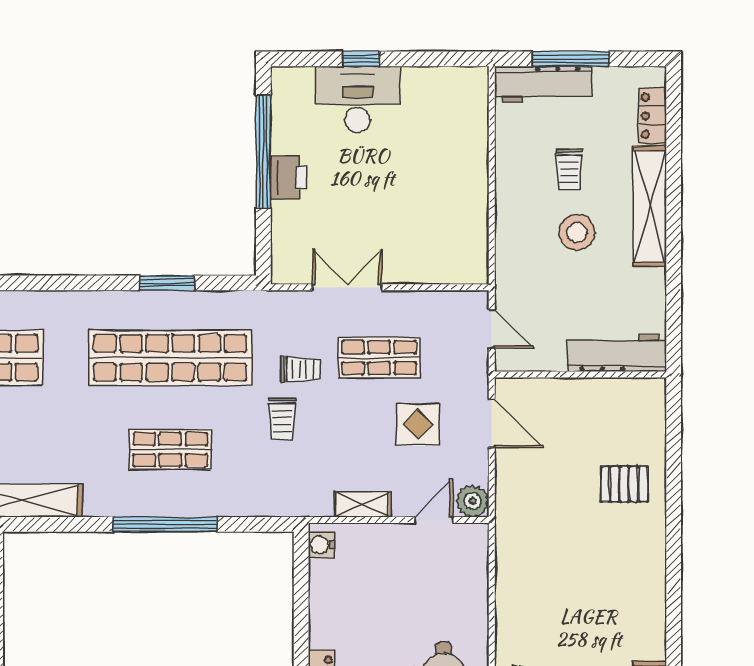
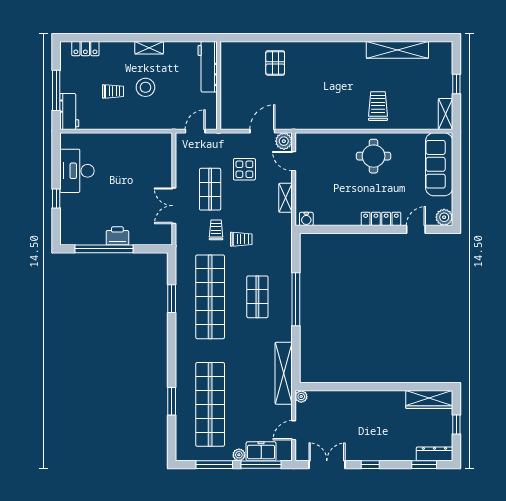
workbench: (543, 84) -> (69, 112), width x0.73
desk: (358, 99) -> (77, 171), moved
shelving: (650, 206) -> (149, 48), width x0.45, depth x0.75
door: (492, 423) -> (262, 131), moved

